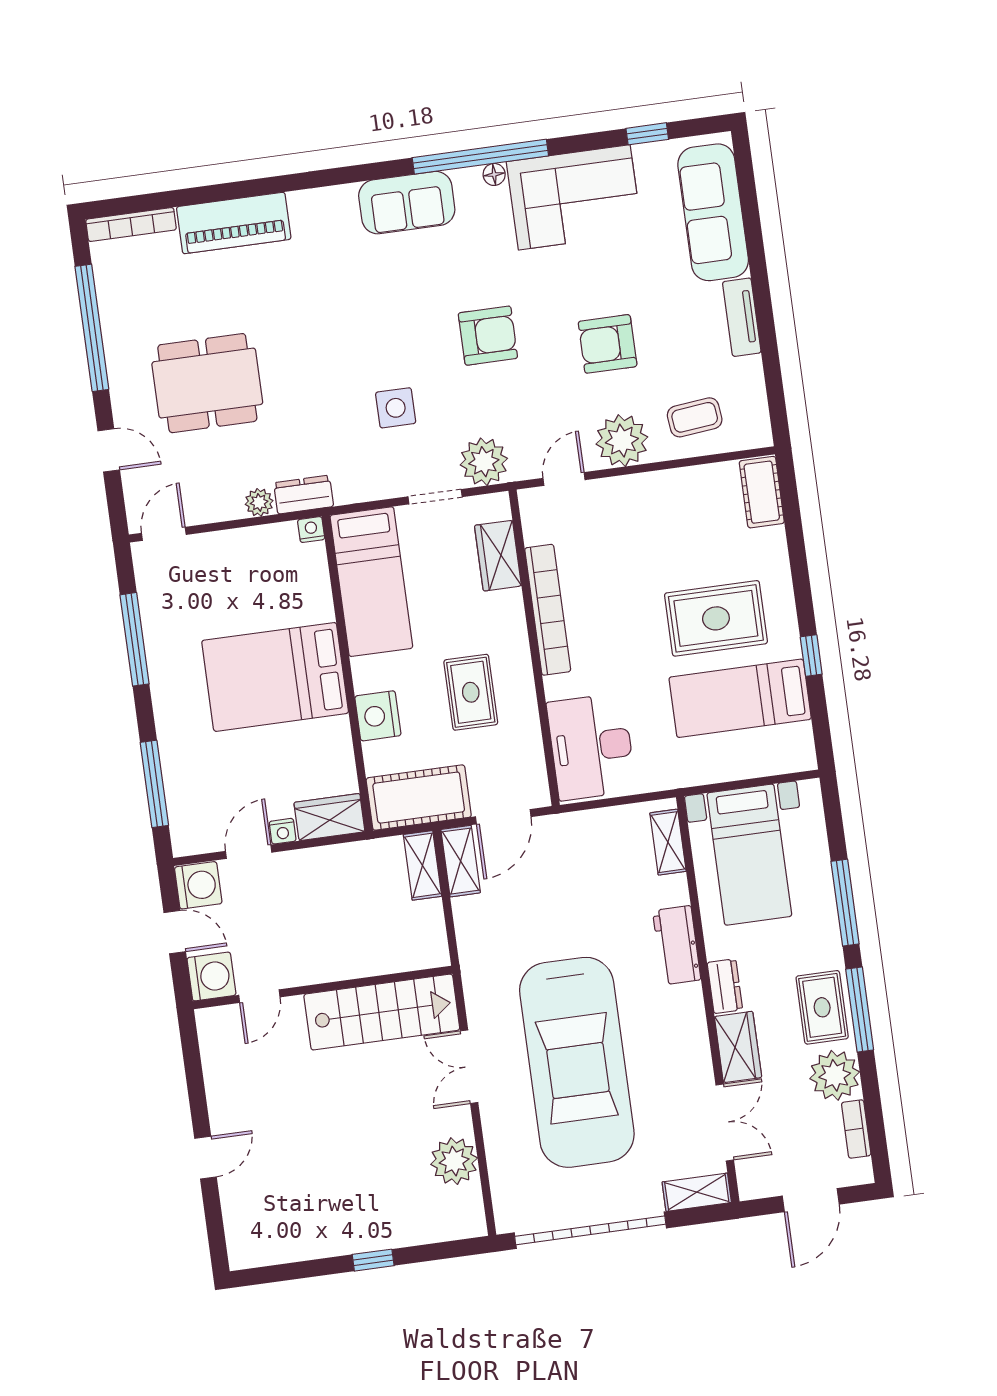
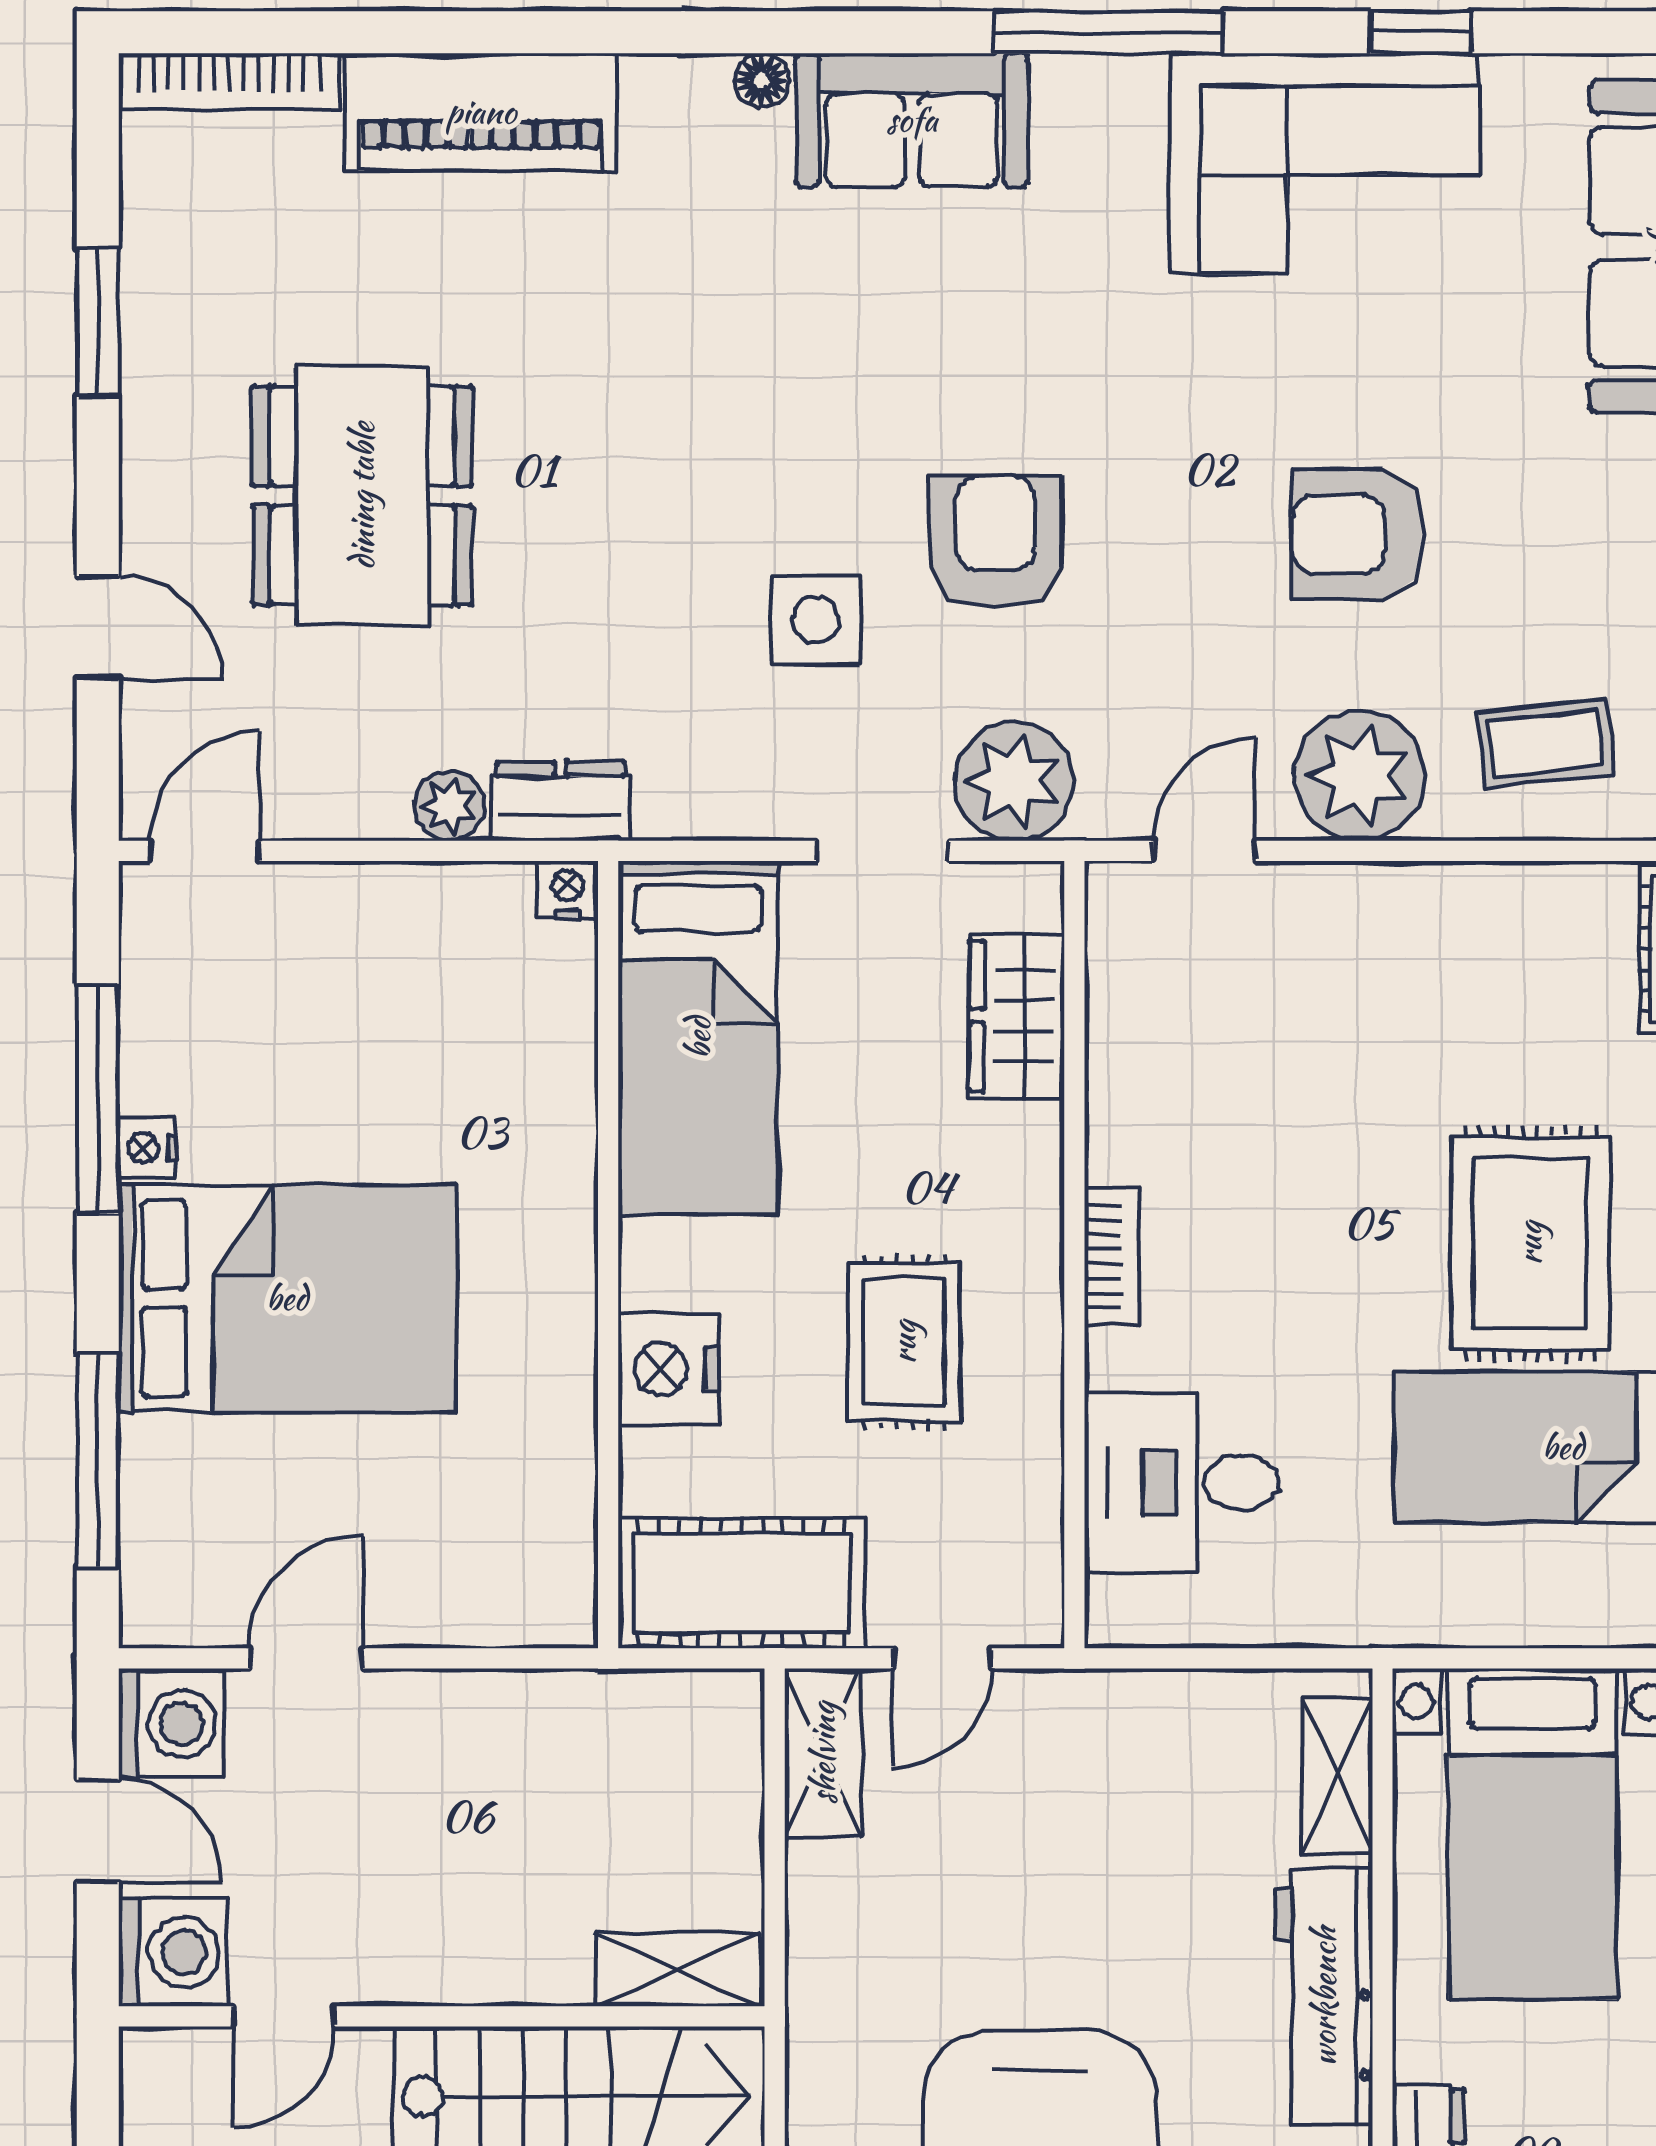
window: (647, 134) -> (1421, 32), moved
window: (480, 157) -> (1108, 32), width x0.68
floor lamp: (494, 174) -> (762, 80), moved
window: (92, 328) -> (98, 321), width x0.47
armchair: (488, 336) -> (996, 541), moved, turned -90
dining table: (207, 383) -> (362, 496), turned 90
bookcase: (548, 610) -> (1112, 1256), width x0.43, depth x0.76
rug: (716, 618) -> (1530, 1243), turned 90
bed: (275, 677) -> (287, 1298), moved, turned 180
desk: (591, 747) -> (1181, 1483), width x0.73
wardrobe: (329, 817) -> (516, 1601), removed
door: (503, 817) -> (942, 1658), width x0.73
nightstand: (283, 831) -> (147, 1148), moved, turned 90
shelving: (422, 865) -> (678, 1969), moved, turned 90
workbench: (677, 945) -> (1324, 1997), width x1.37

